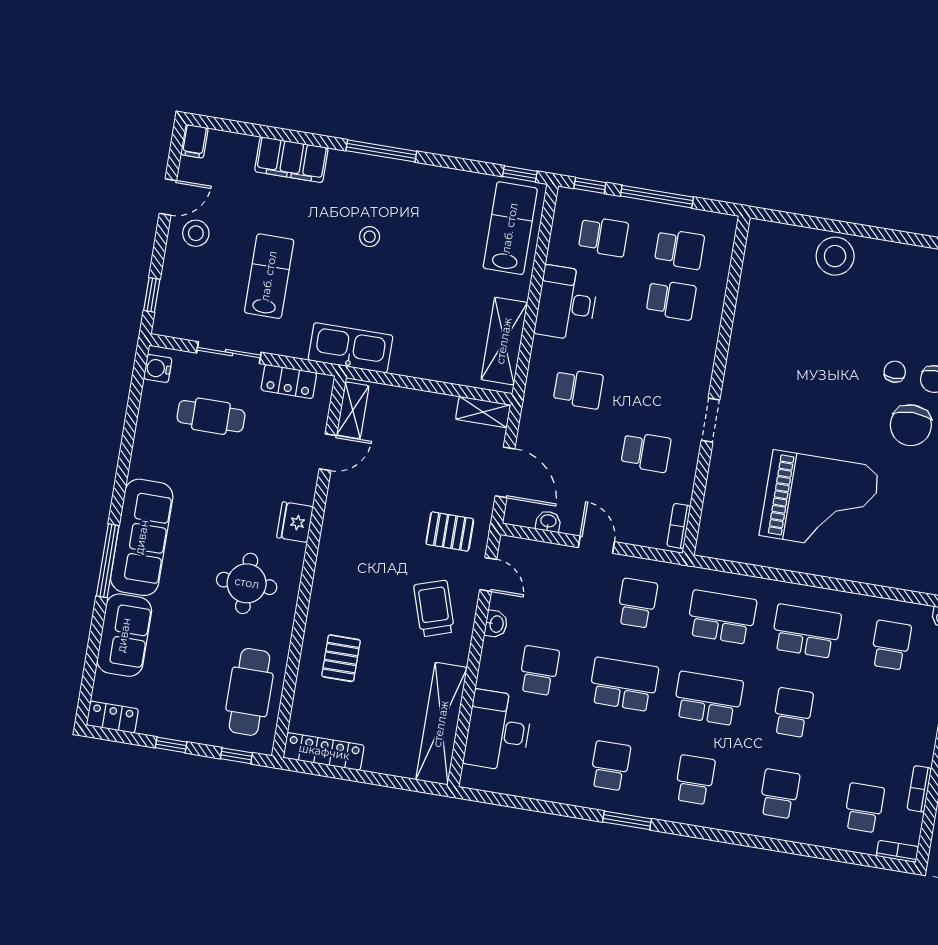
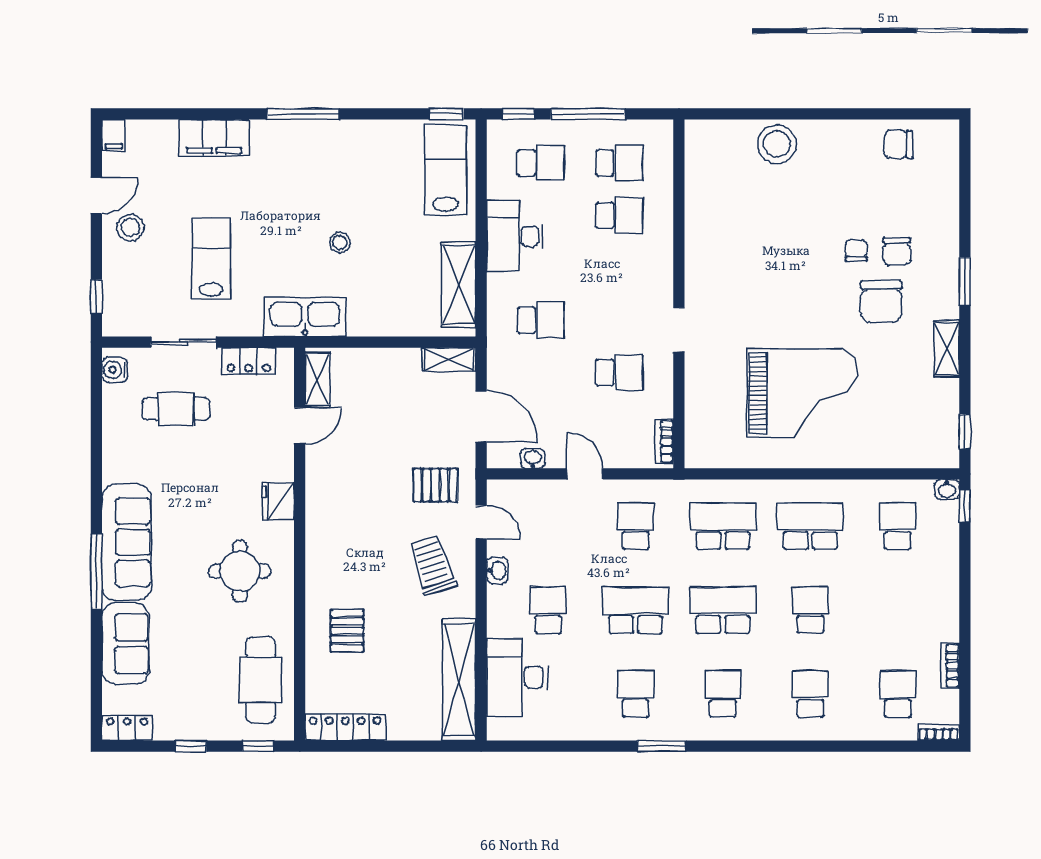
stool: (370, 237) -> (340, 243), moved

